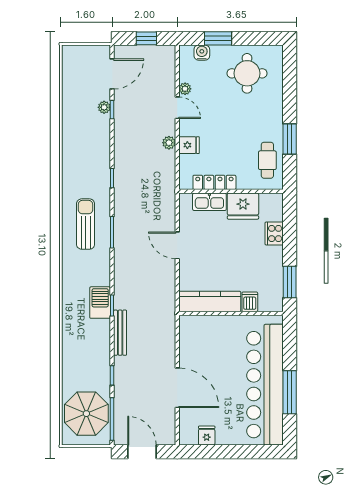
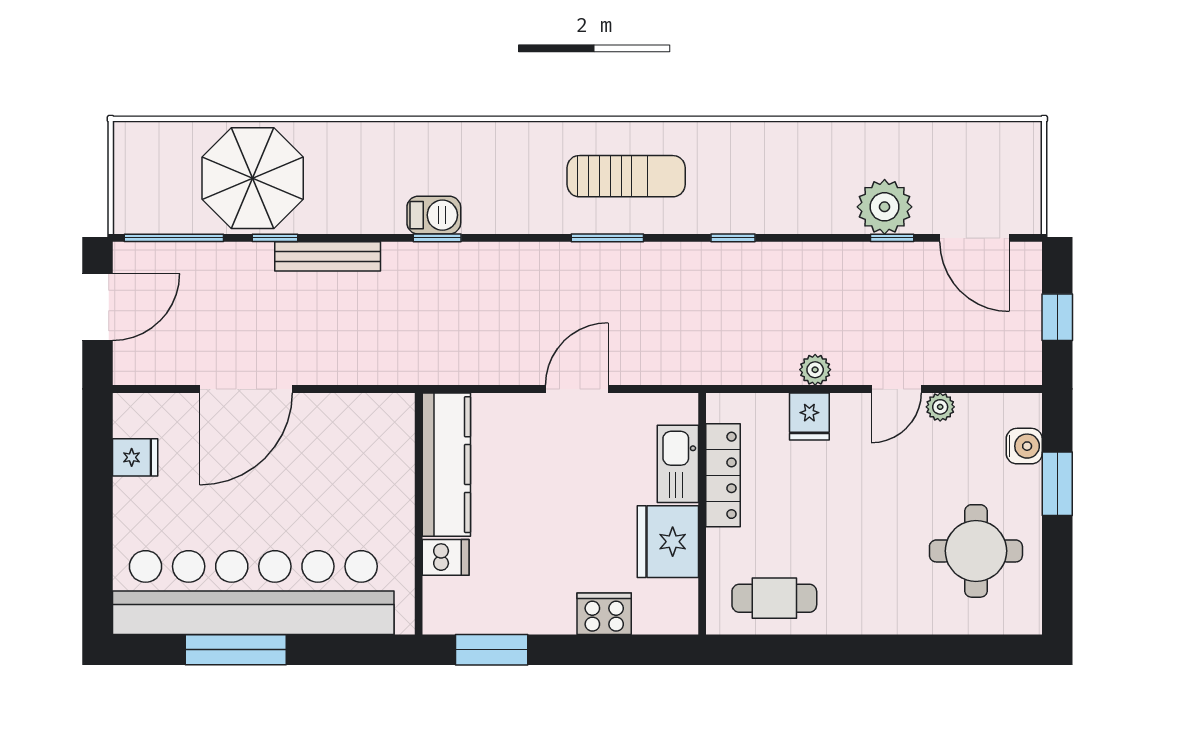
plant: (104, 107) -> (885, 207), width x1.88, depth x1.88
window: (290, 139) -> (824, 650), removed
barbecue: (100, 303) -> (434, 215), width x0.73, depth x0.79
bench: (120, 333) -> (328, 256), moved
parasol: (86, 414) -> (253, 178), moved

